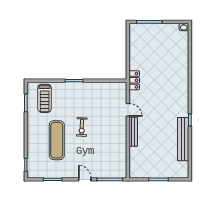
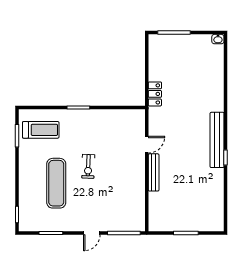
locker: (134, 80) -> (155, 94), moved
treadmill: (45, 98) -> (41, 130), turned -90
door: (128, 110) -> (147, 145), hinge flipped
bench: (183, 139) -> (217, 140), moved
door: (85, 179) -> (92, 233), swing flipped

